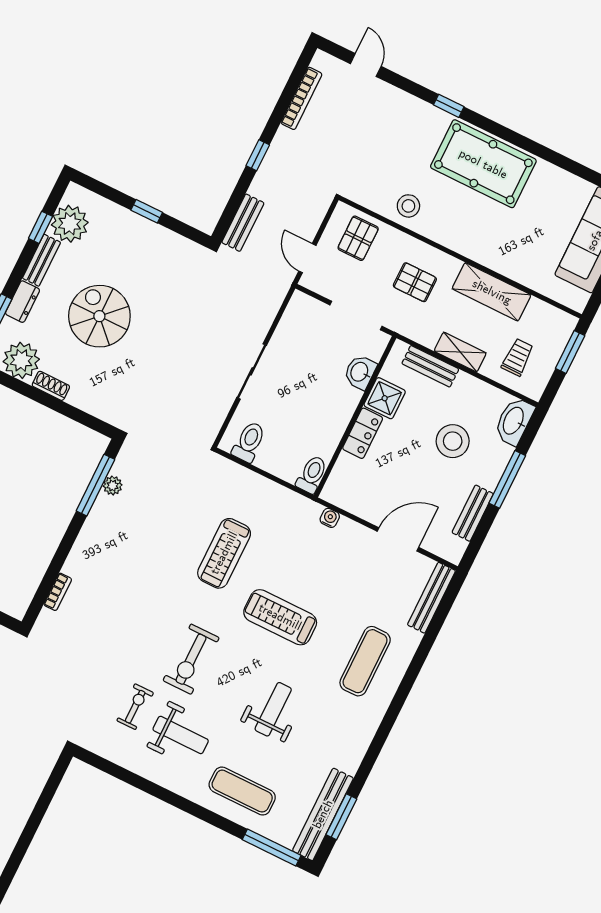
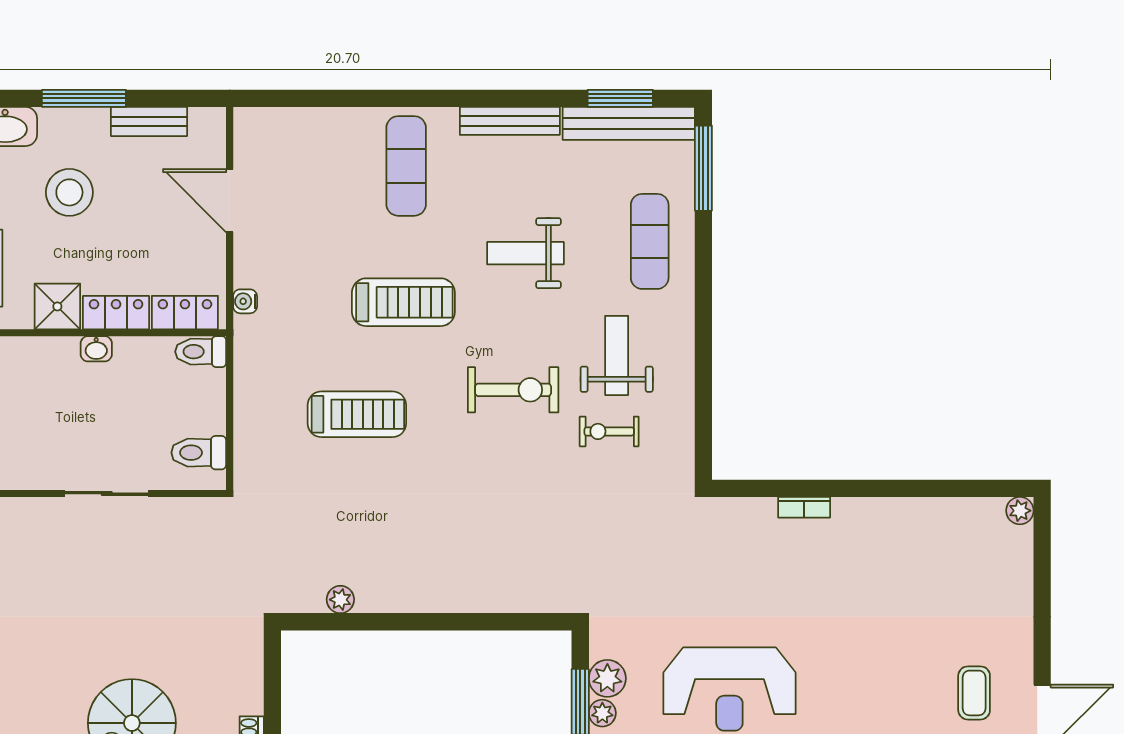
washbasin: (360, 372) -> (96, 349), moved, width x0.72, depth x0.69
locker: (341, 477) -> (185, 313), added
window: (95, 485) -> (351, 622), removed
bookcase: (58, 592) -> (804, 507), moved, turned 180
bench: (431, 598) -> (510, 121), moved
treadmill: (280, 617) -> (403, 302), turned -90
exercise mat: (365, 661) -> (406, 166), turned 90

